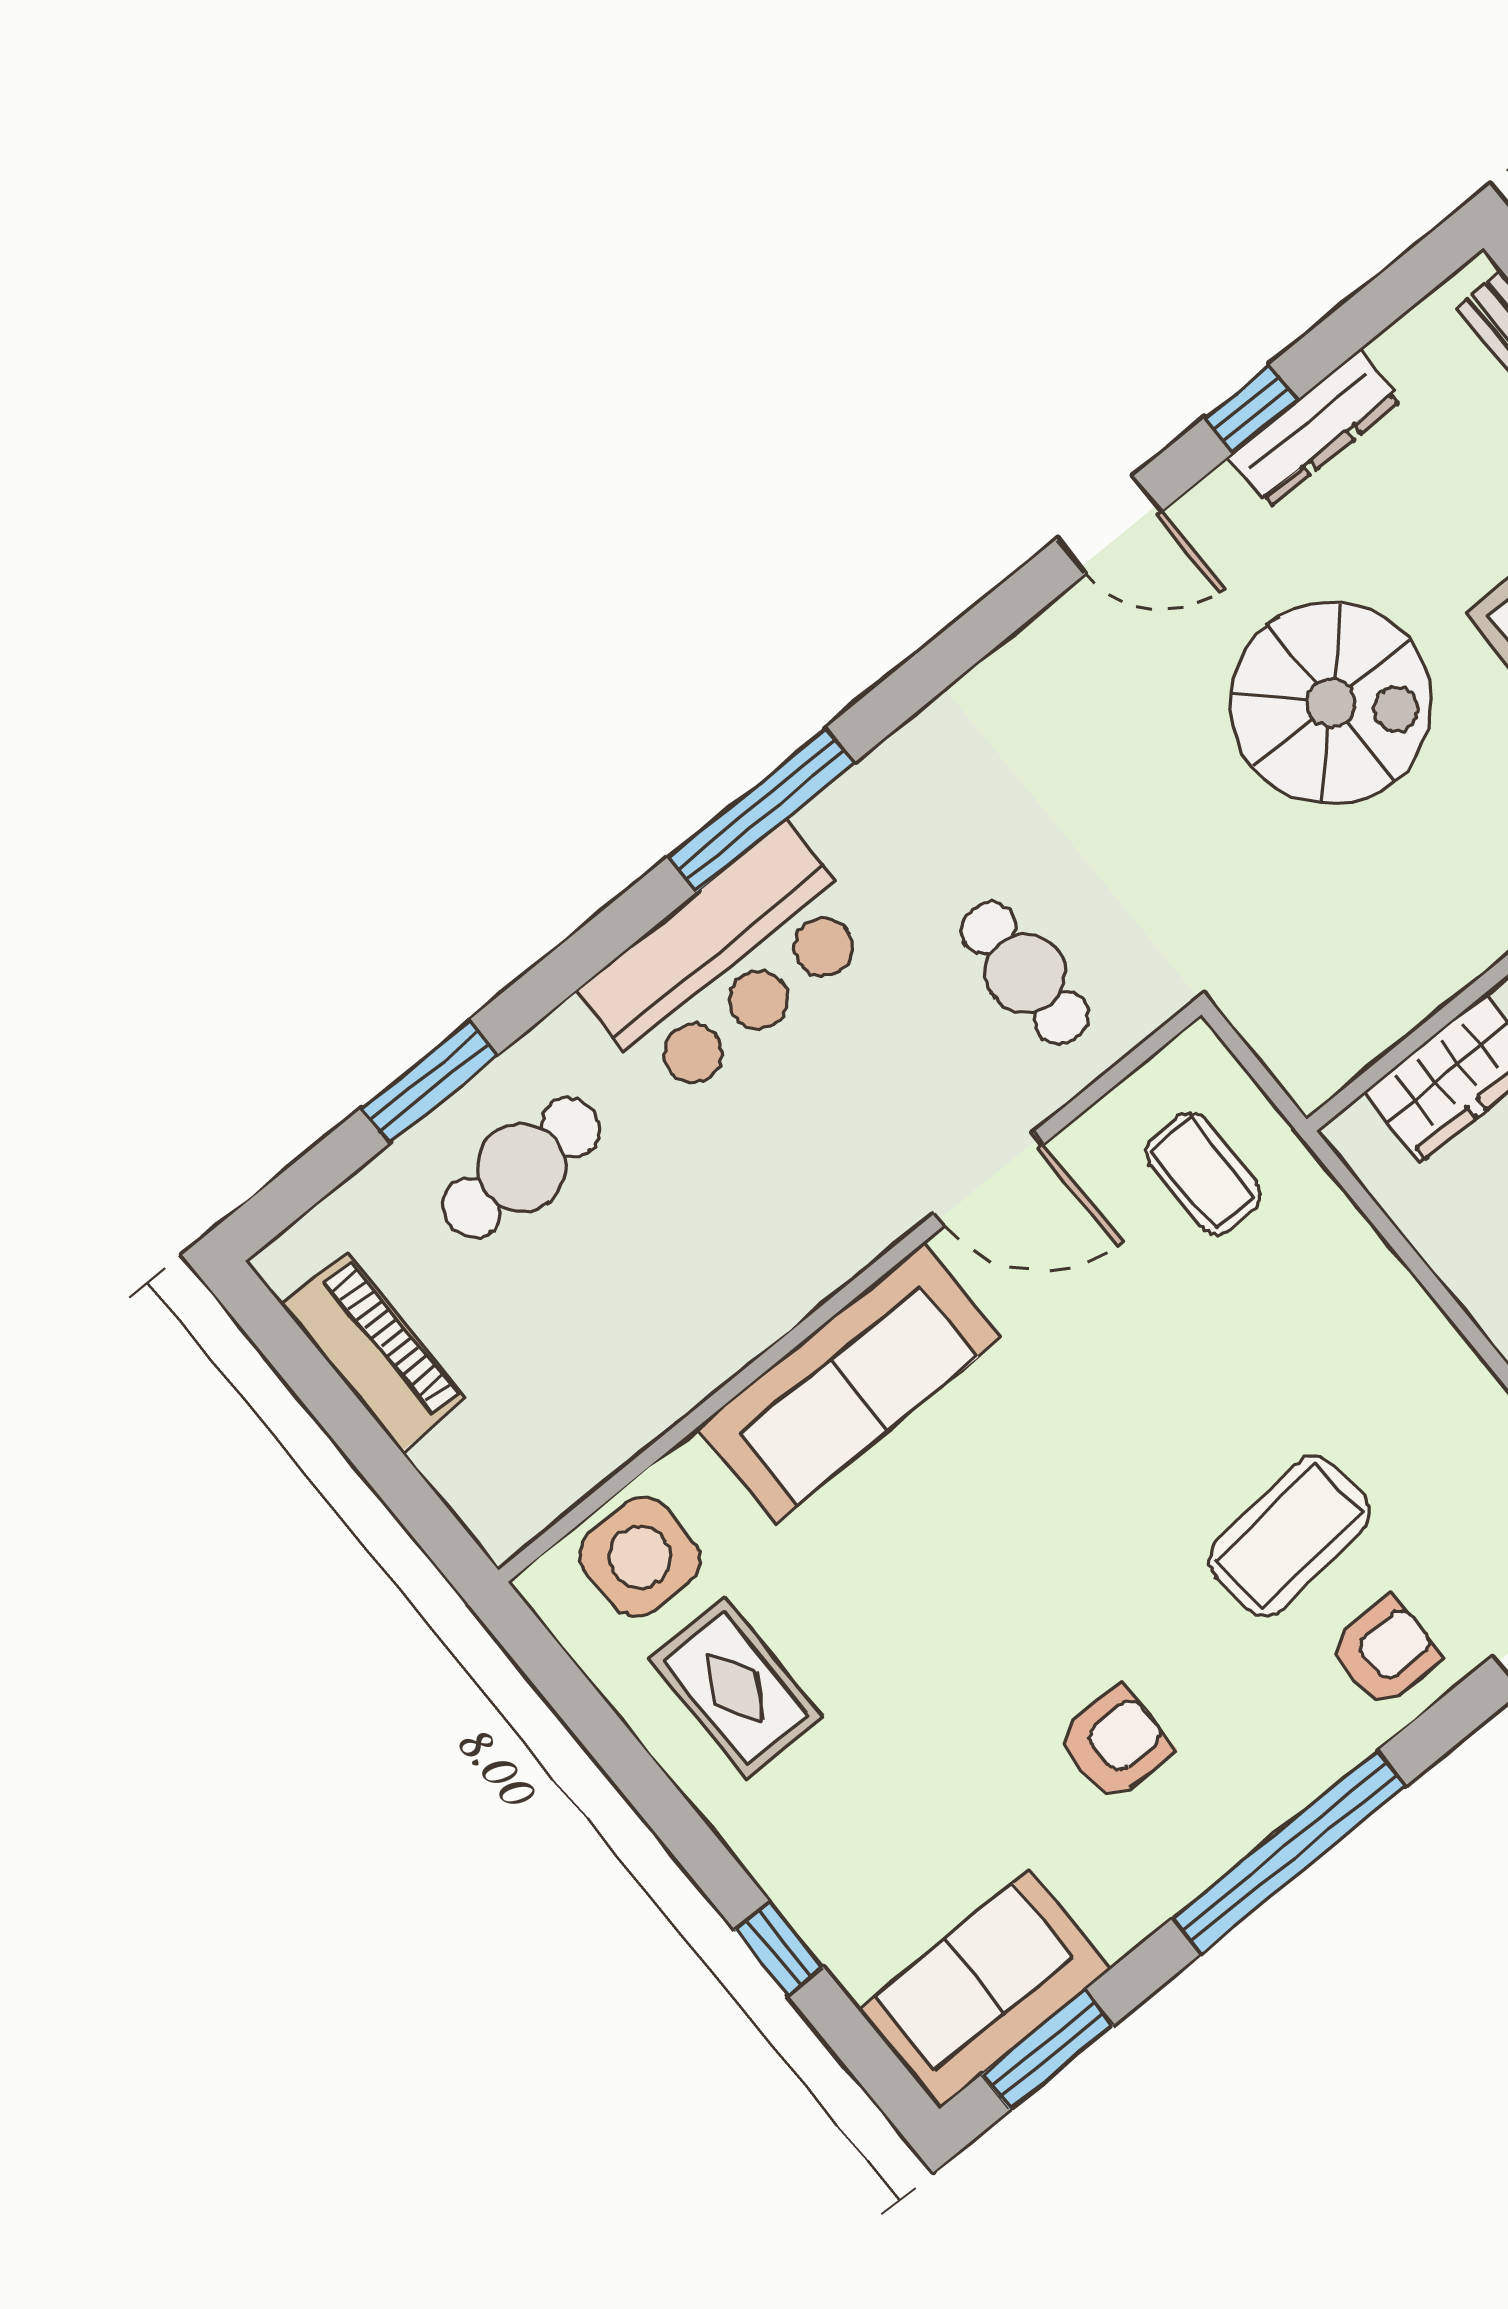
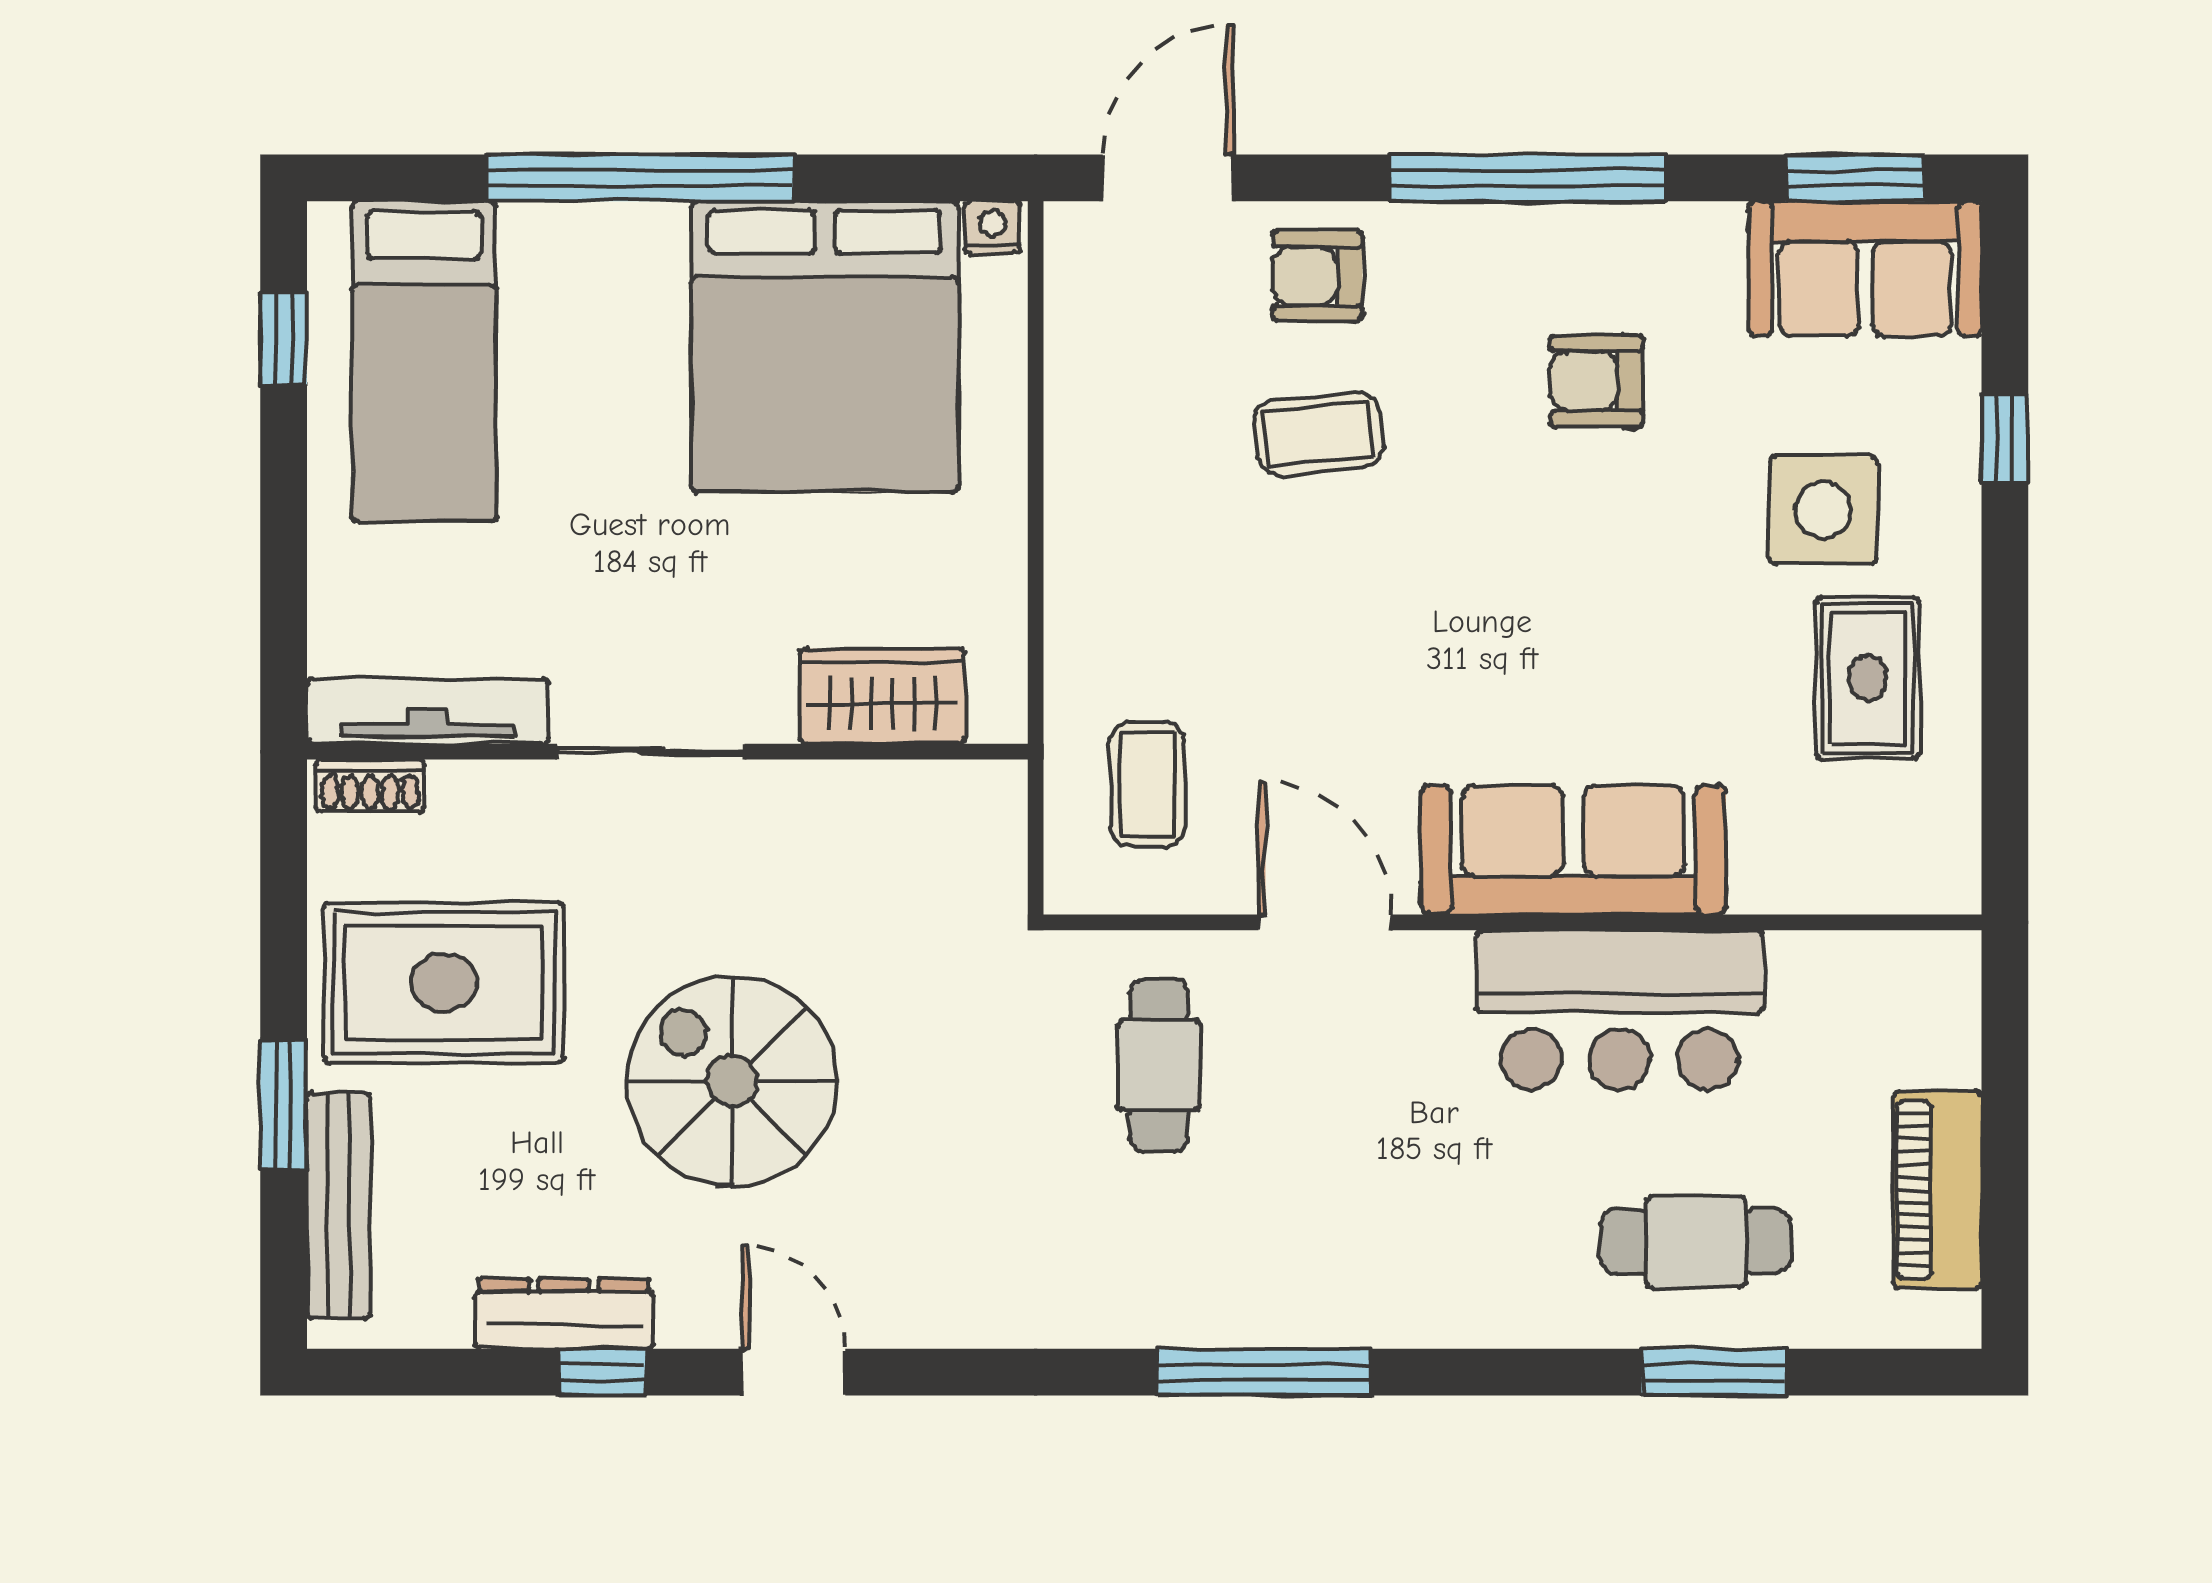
bar counter: (728, 964) -> (1619, 1010), moved, turned 180
coffee table: (1289, 1536) -> (1318, 434), width x0.73, depth x0.77
side table: (640, 1557) -> (1823, 510), moved

